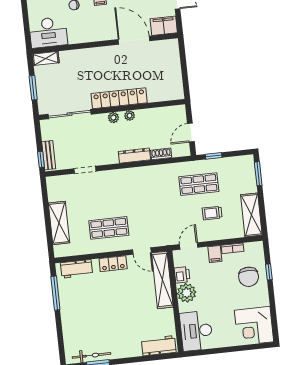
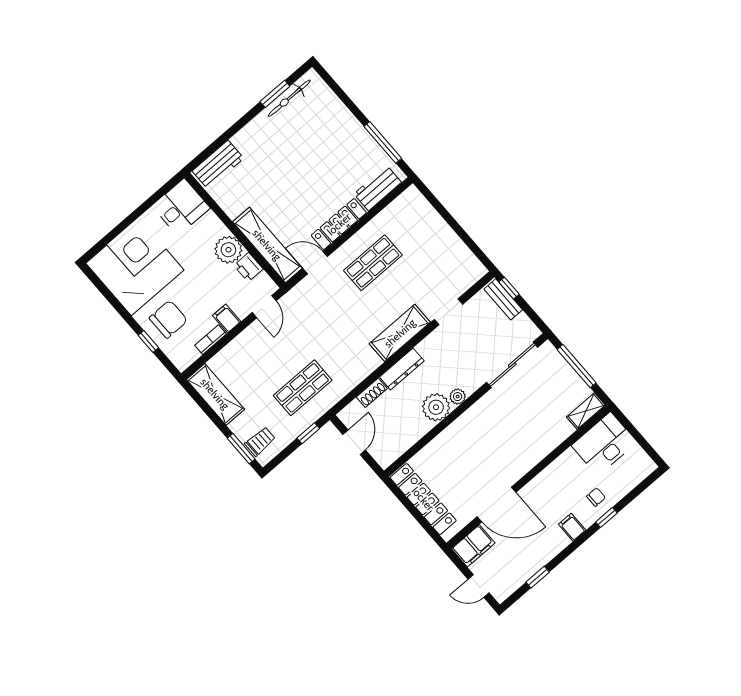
window: (33, 88) -> (577, 366), width x1.44
locker: (119, 98) -> (423, 499), moved, turned -90
plant: (130, 116) -> (436, 407), width x1.87, depth x1.87
trolley: (212, 213) -> (260, 441), moved
shelving: (59, 223) -> (400, 333), moved, turned 90
locker: (113, 264) -> (339, 224), width x1.53
chair: (249, 277) -> (168, 319), turned 90
corner desk: (254, 326) -> (135, 267), width x1.36, depth x1.36
desk: (196, 331) -> (181, 207), width x0.73

